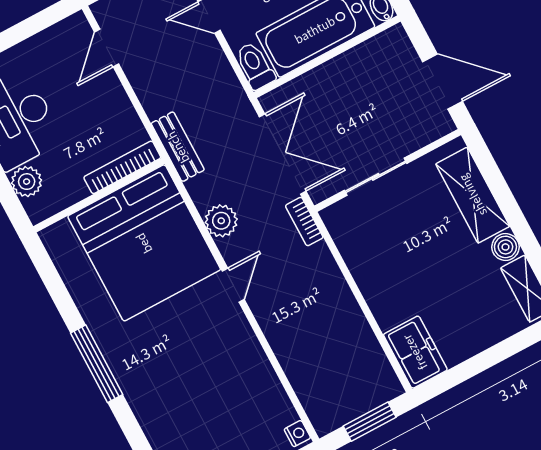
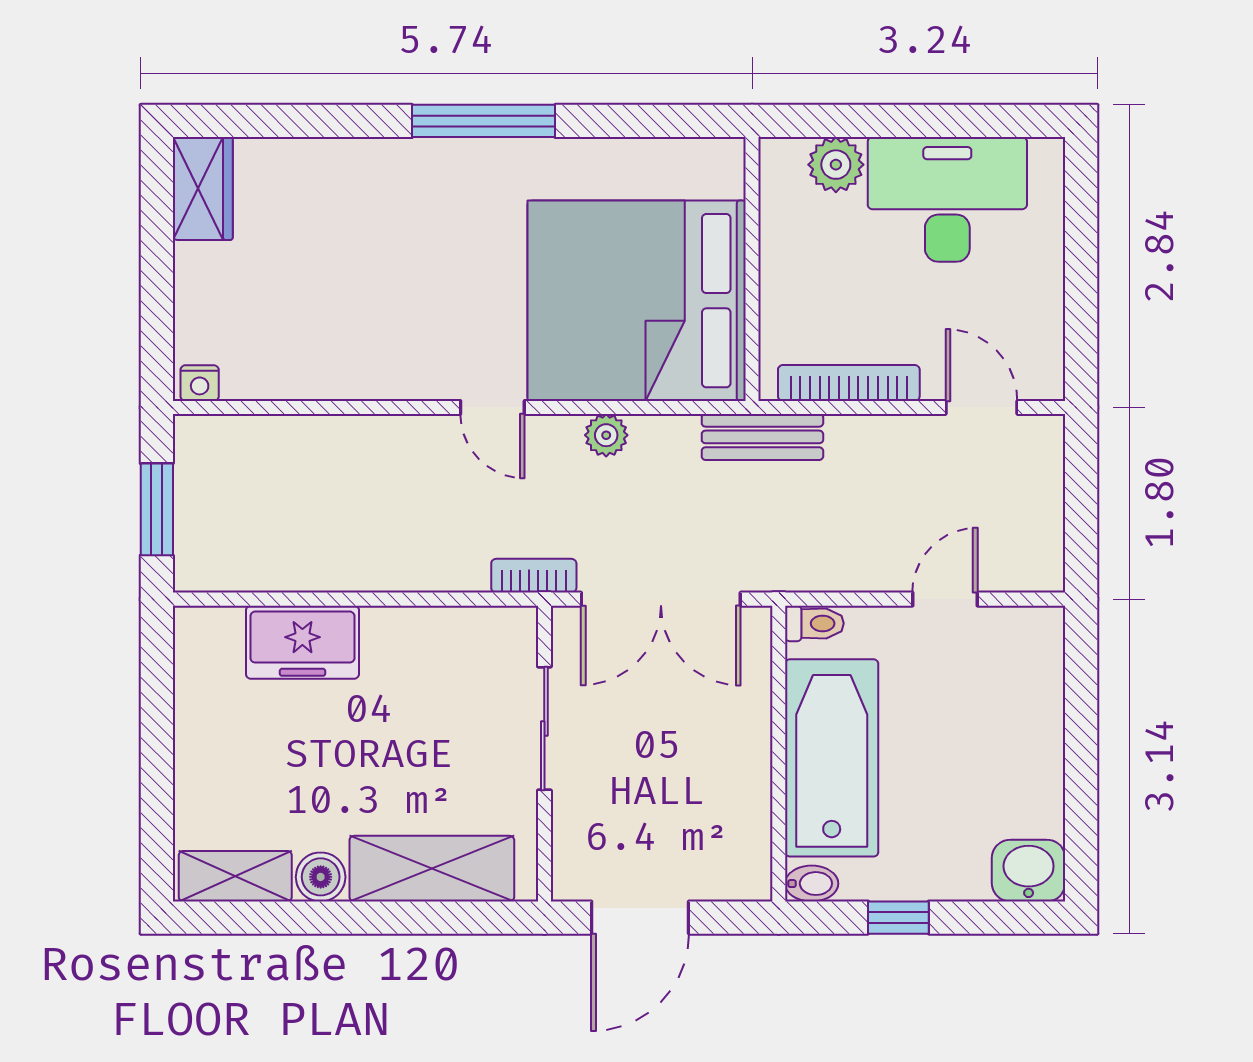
toilet: (255, 66) -> (814, 623), width x0.73, depth x0.72
bookcase: (122, 167) -> (849, 383), moved, turned -90
plant: (221, 221) -> (606, 435), width x0.73, depth x0.73
freezer: (415, 352) -> (302, 642), moved

